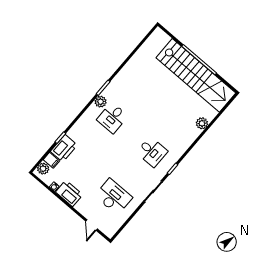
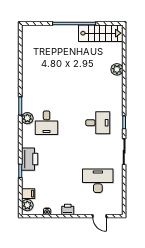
stairs: (196, 75) -> (101, 33), width x0.54, depth x0.66
printer: (64, 148) -> (30, 159), moved
printer: (69, 193) -> (68, 209), width x0.53, depth x0.68

